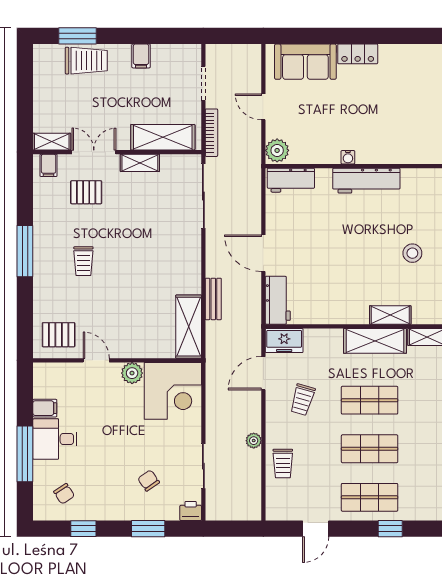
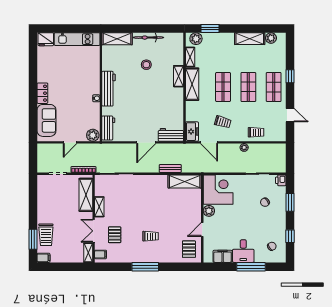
filing cabinet: (141, 56) -> (43, 258), moved
trolley: (86, 61) -> (46, 235), turned 180
filing cabinet: (45, 408) -> (223, 256), width x2.00

